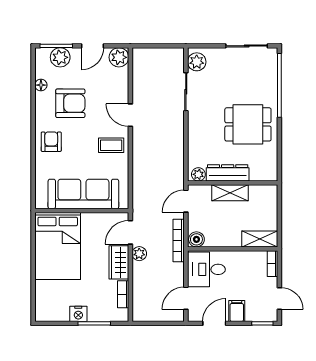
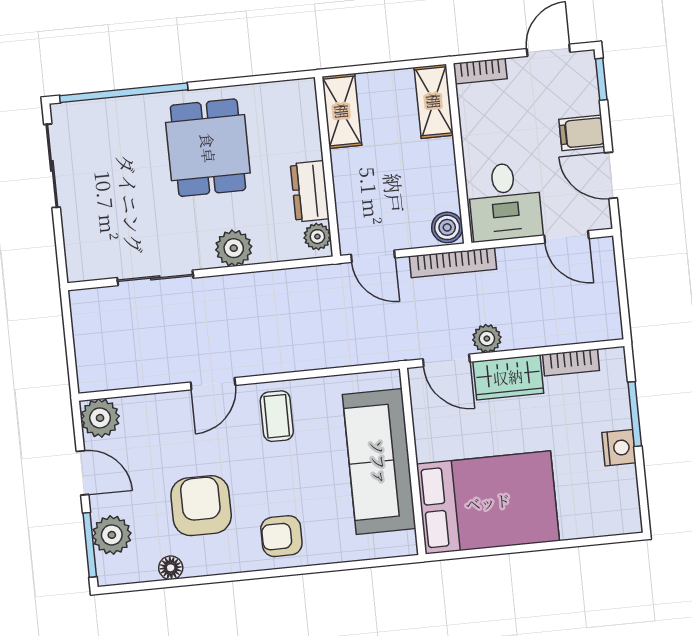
plant: (197, 62) -> (234, 248), moved
dresser: (228, 173) -> (310, 191), width x0.70
shelving: (230, 193) -> (342, 111), moved

